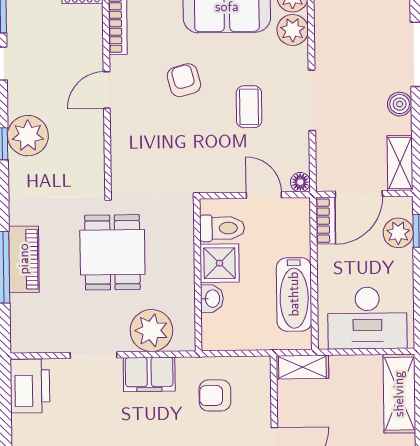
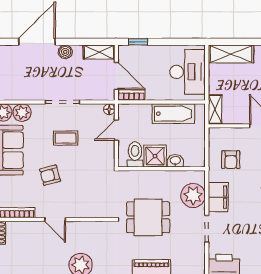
plant: (398, 233) -> (139, 54), removed

